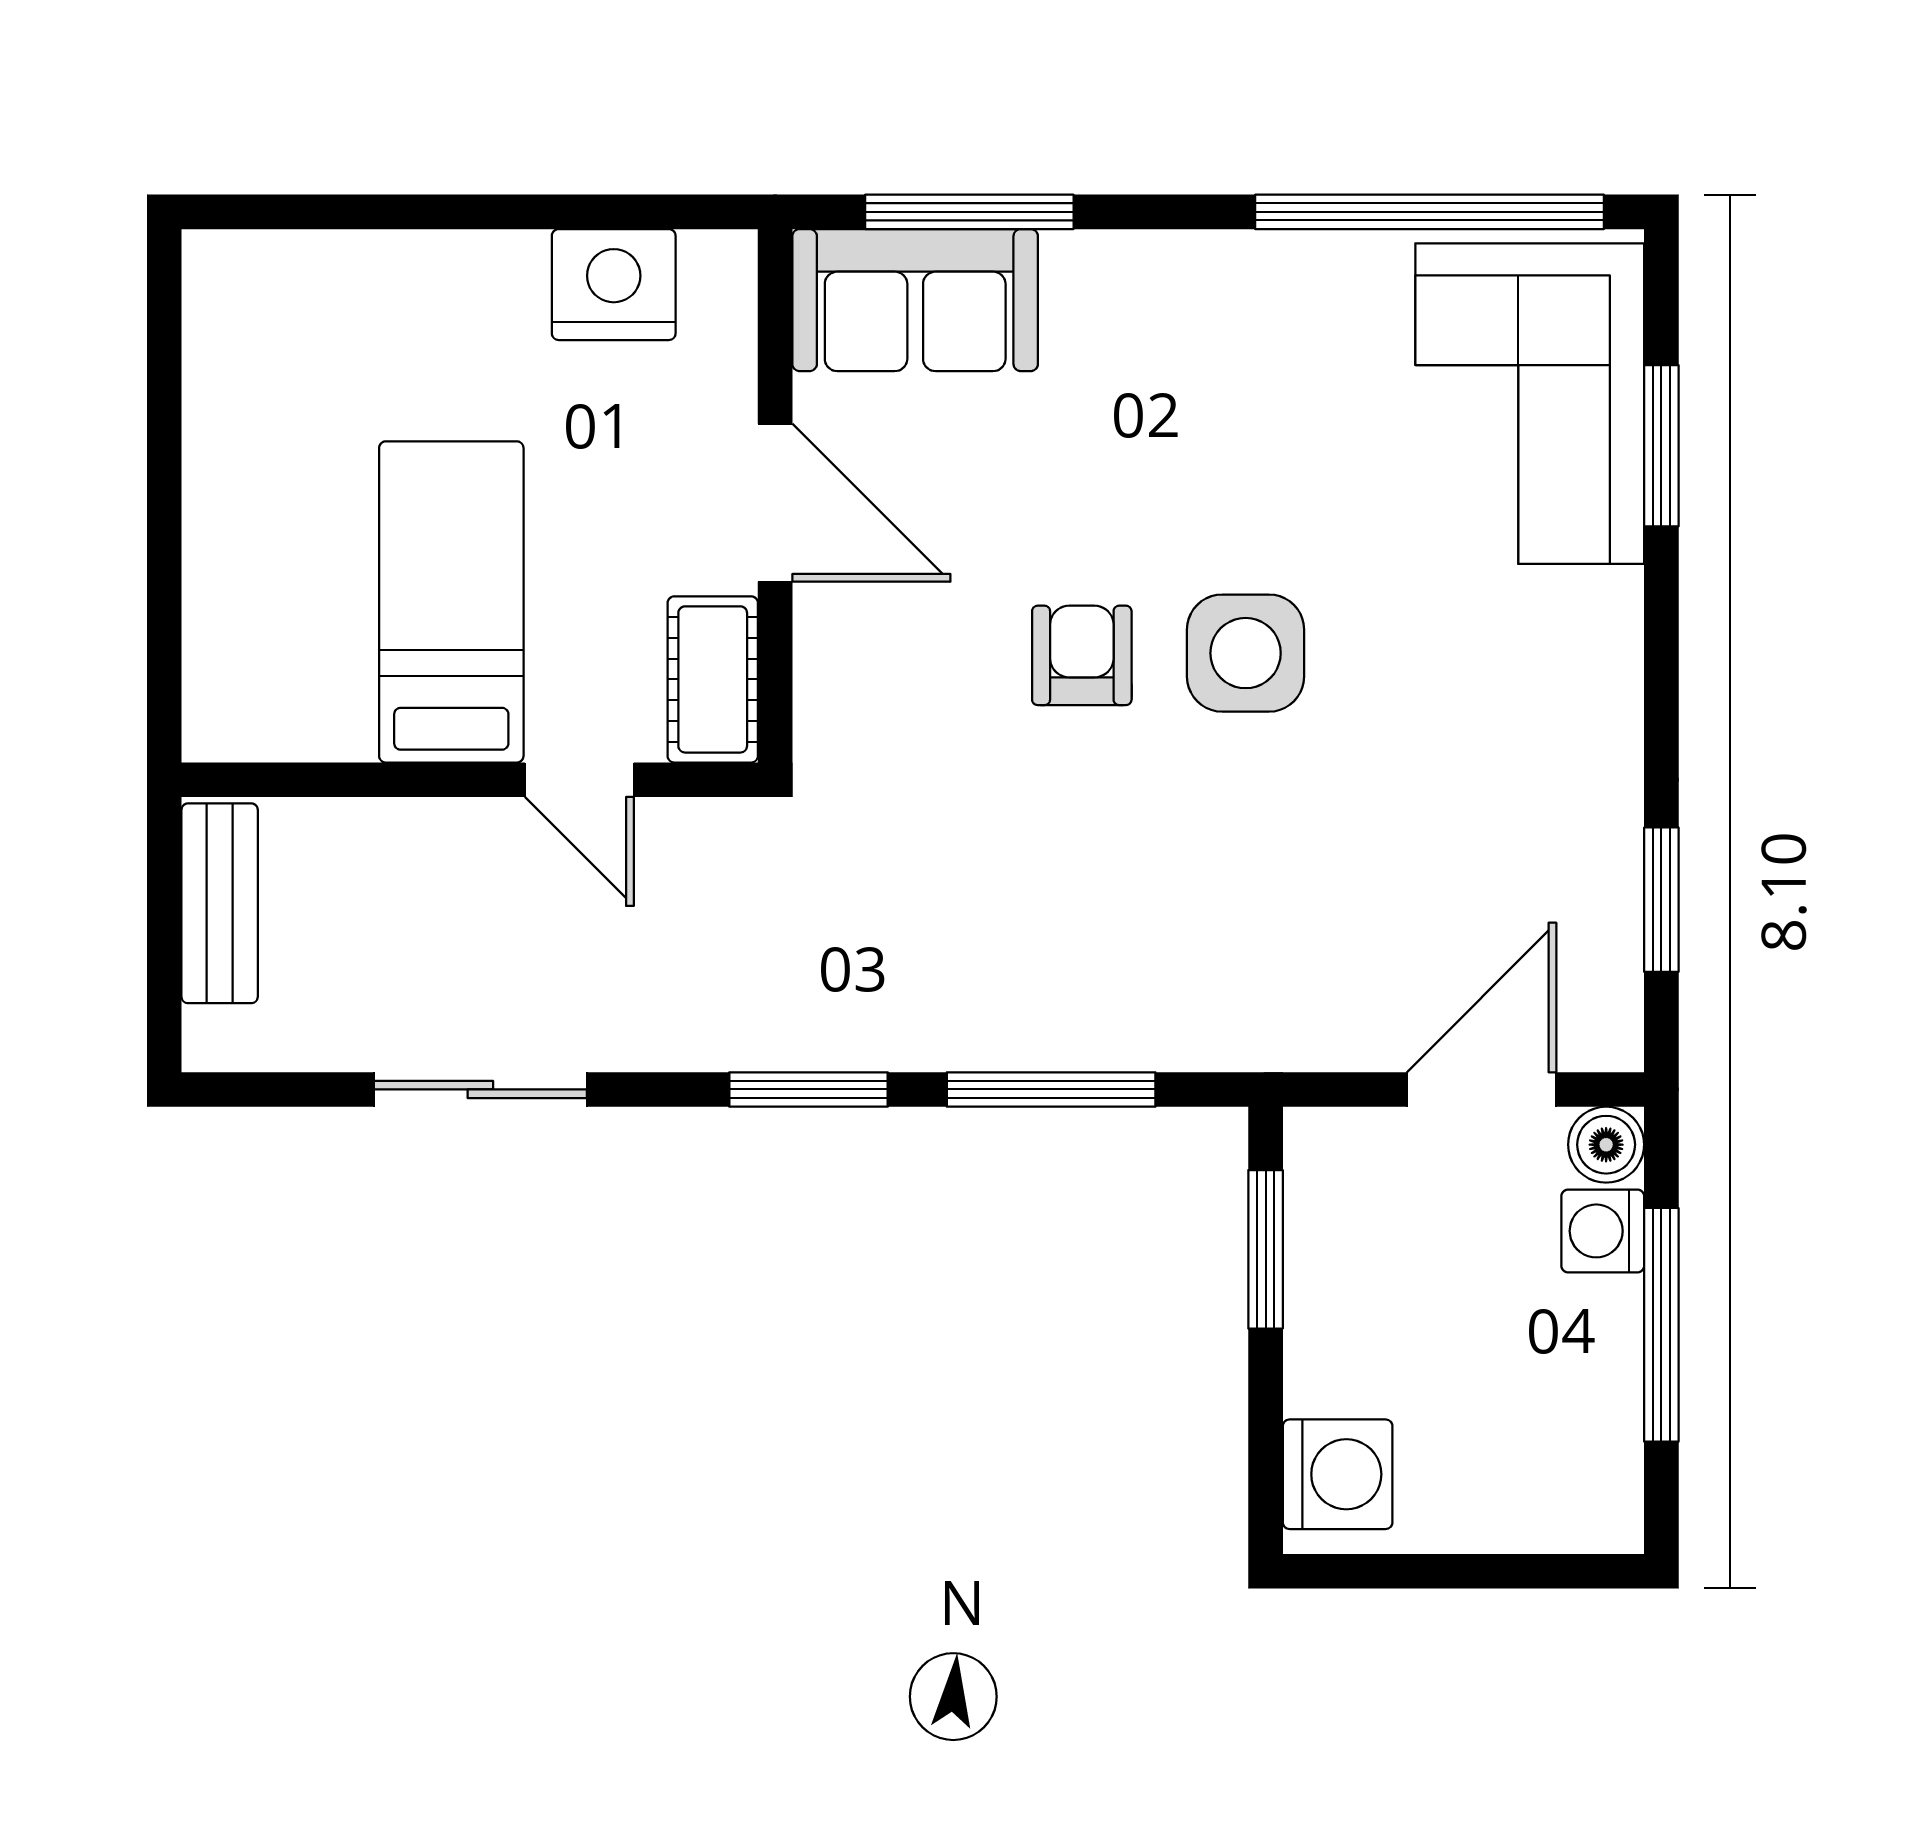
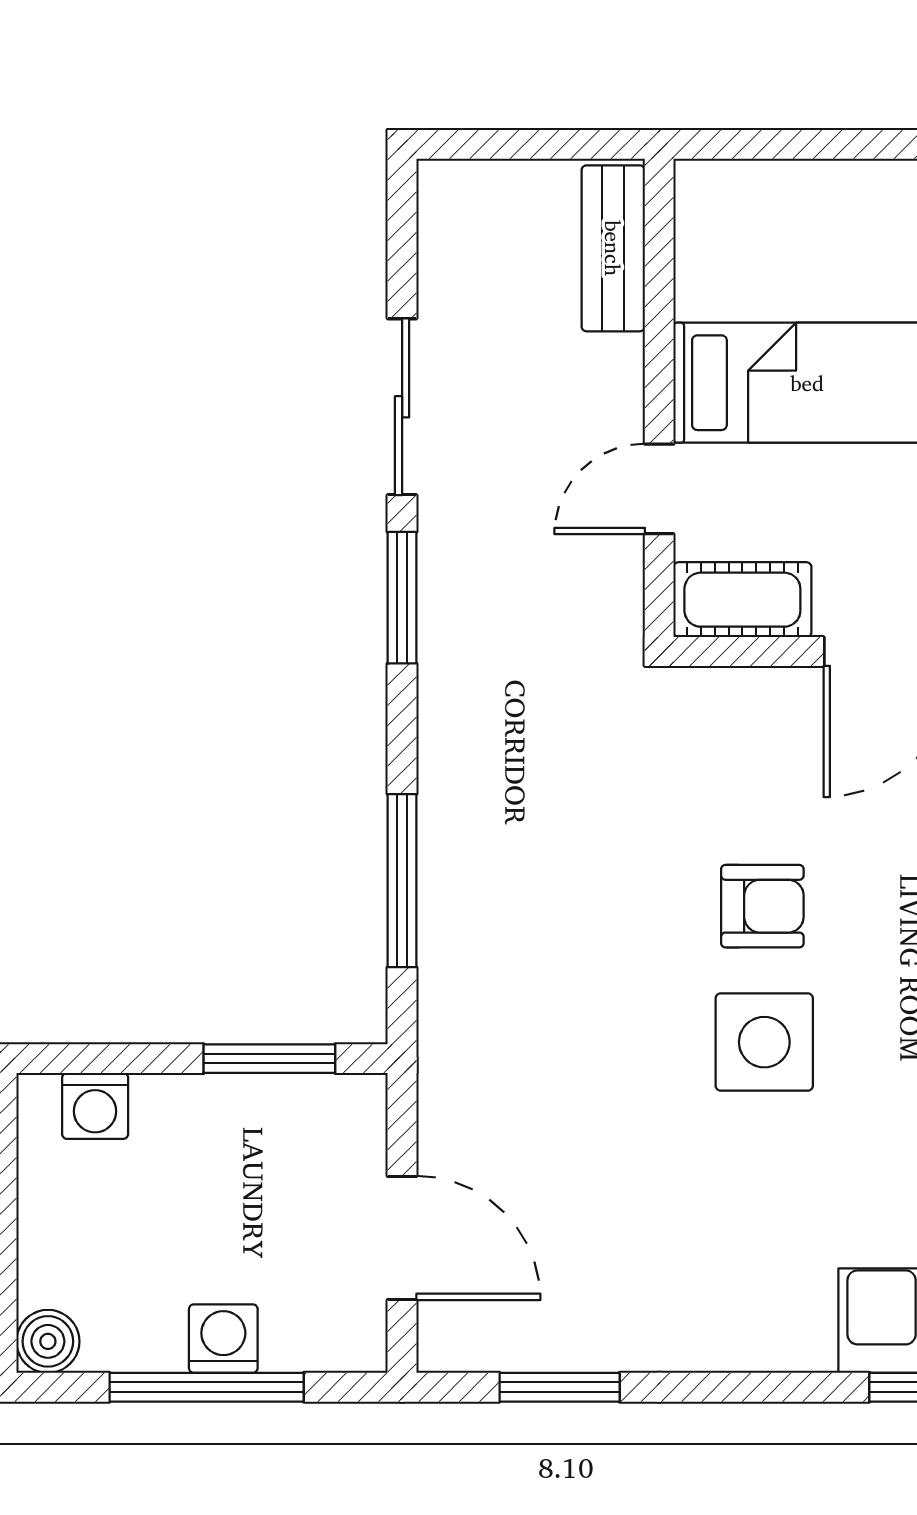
bench: (220, 903) -> (613, 248), moved, turned 90
window: (809, 1089) -> (402, 598), moved
boiler: (1606, 1145) -> (48, 1341), moved
washing machine: (1603, 1231) -> (223, 1339), moved
washing machine: (1338, 1474) -> (95, 1106), width x0.73, depth x0.73

